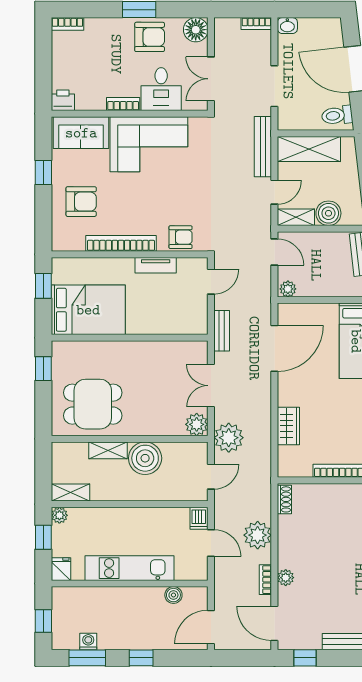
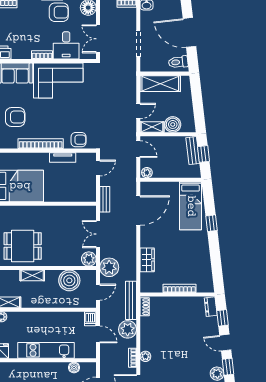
bench: (263, 147) -> (131, 300), moved
boiler: (145, 458) -> (69, 280), moved

